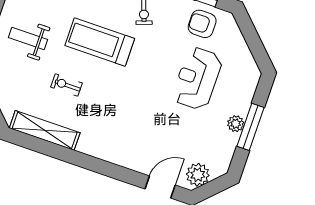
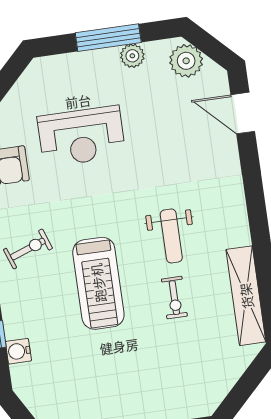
weight bench: (28, 38) -> (171, 236), moved
plant: (236, 124) -> (132, 56), moved
plant: (198, 175) -> (186, 61), moved

